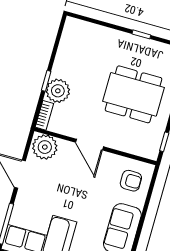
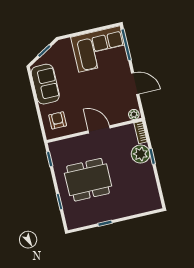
plant: (45, 147) -> (134, 114), width x0.53, depth x0.53
armchair: (131, 181) -> (58, 120), turned 90

